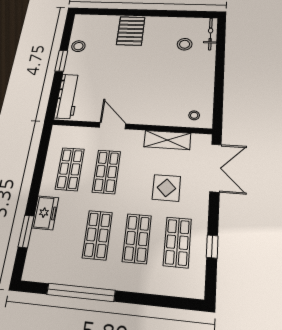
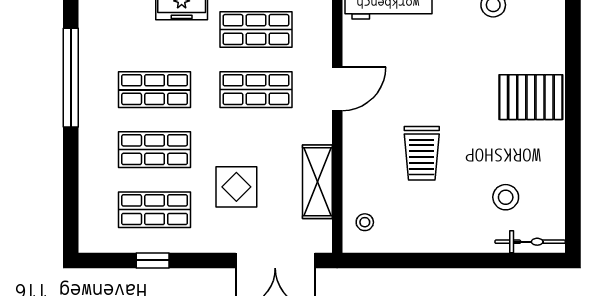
trolley: (156, 84) -> (422, 153), added

